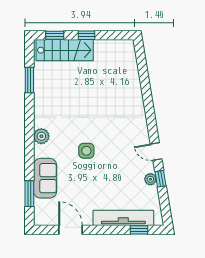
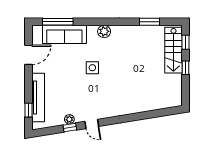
door: (156, 151) -> (92, 124), swing flipped
sofa: (45, 178) -> (64, 34), width x1.36
window: (29, 194) -> (58, 22), width x1.44

